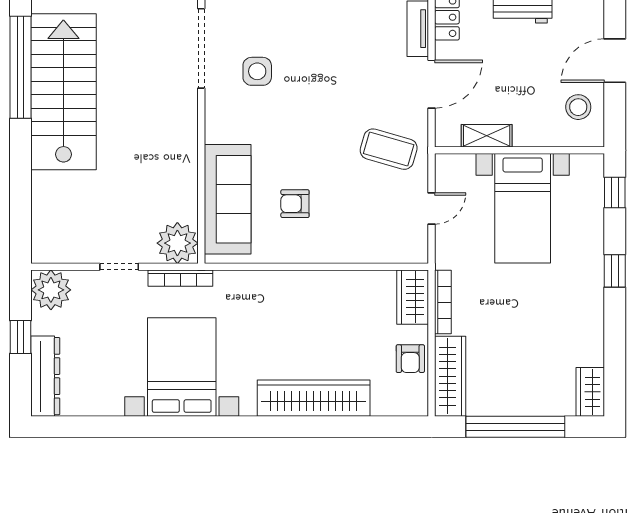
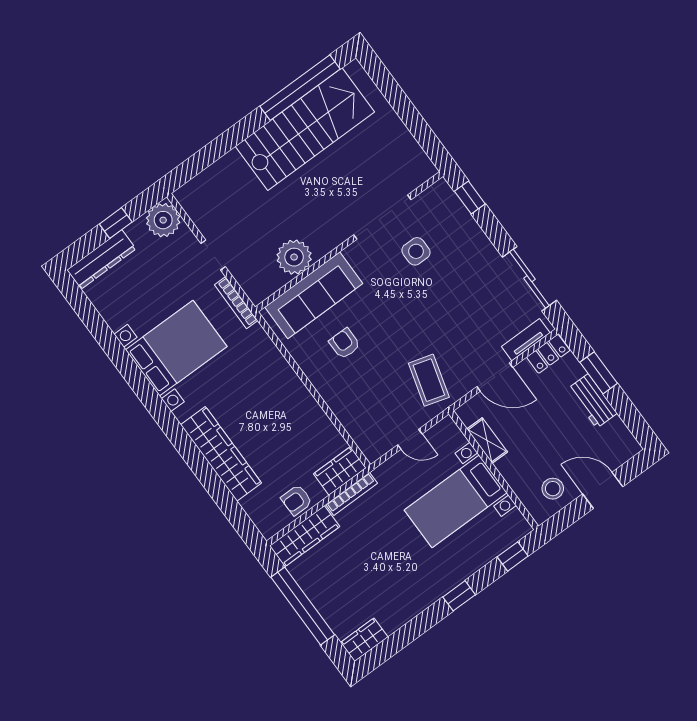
doorway: (201, 48) -> (382, 217), moved
plant: (177, 243) -> (294, 257), moved

